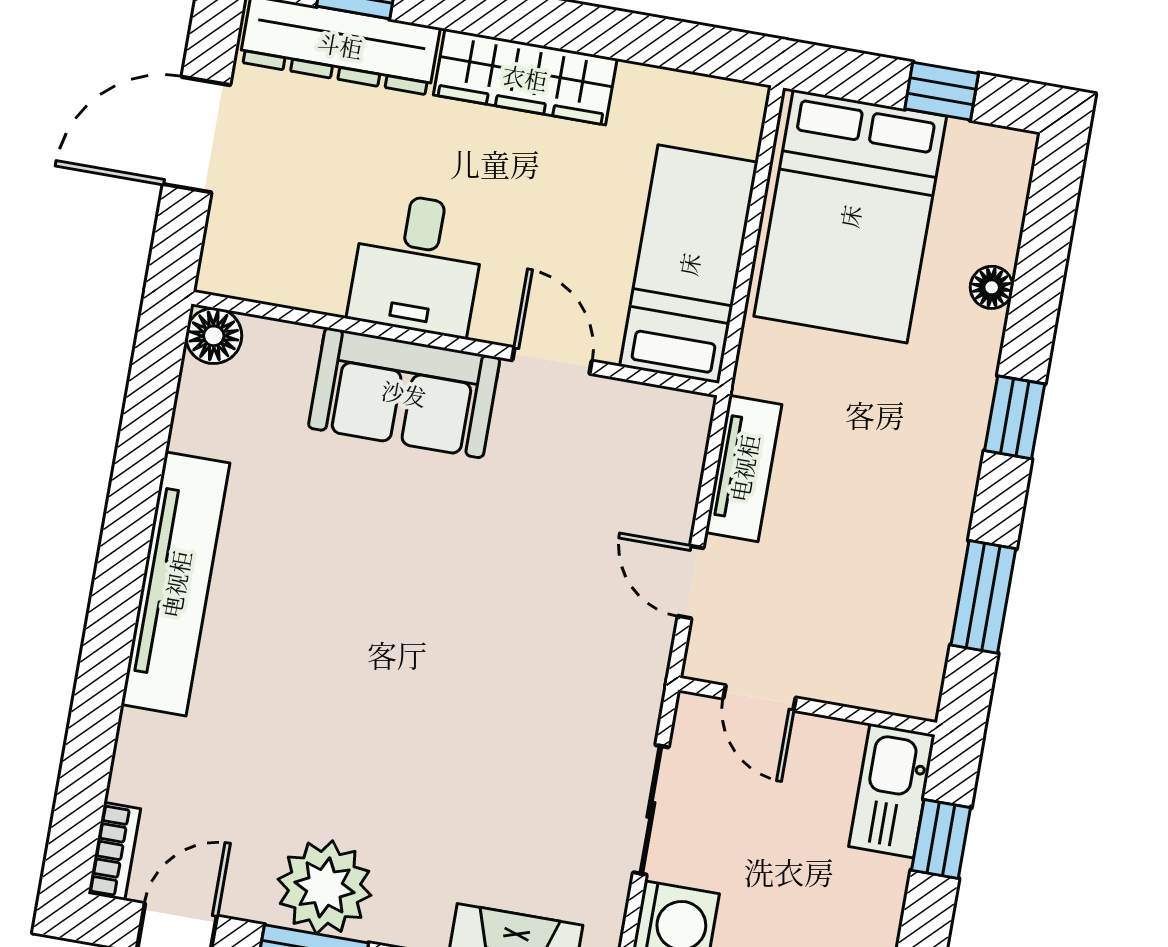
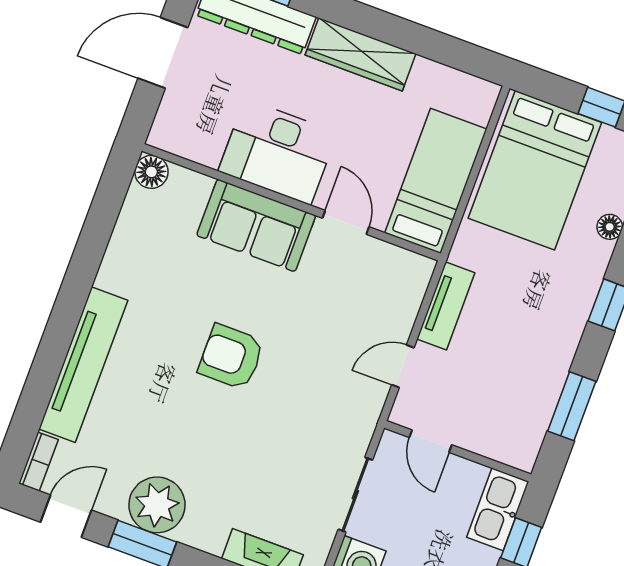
desk: (417, 264) -> (278, 152), width x1.37
door: (691, 582) -> (403, 366), hinge flipped
tv unit: (176, 584) -> (83, 365), moved
armchair: (403, 619) -> (231, 357), added

